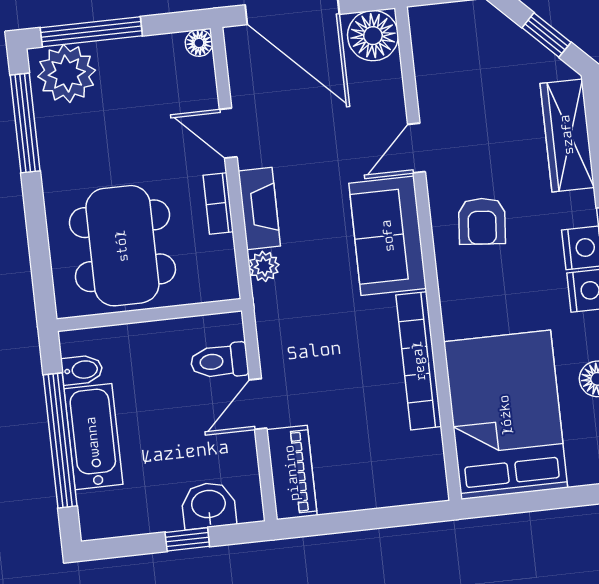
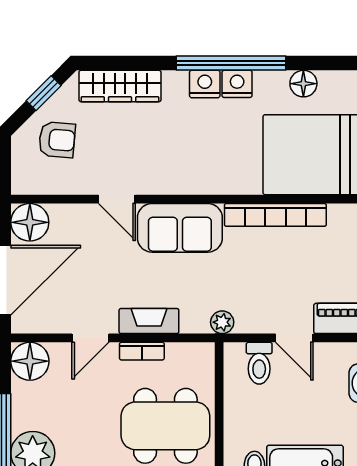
floor lamp: (199, 43) -> (30, 361), width x1.89, depth x1.89
armchair: (482, 221) -> (57, 140), moved
plant: (264, 266) -> (222, 322), moved

